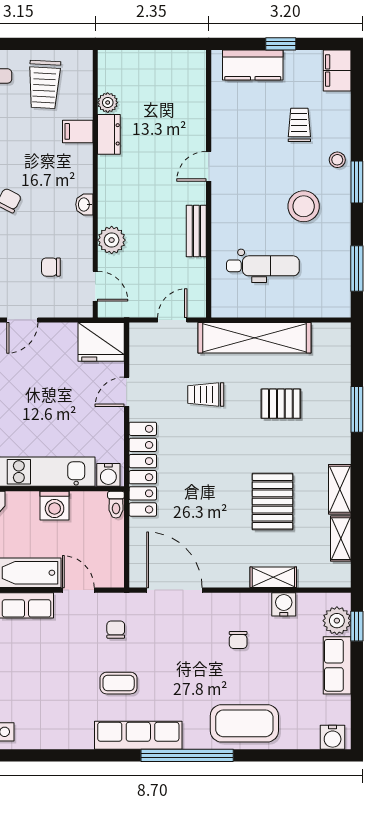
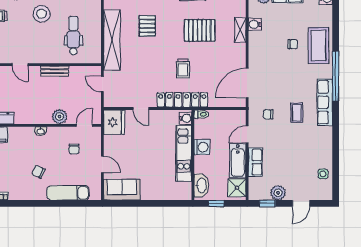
trolley: (206, 395) -> (183, 69), moved
chair: (238, 640) -> (293, 44), moved

